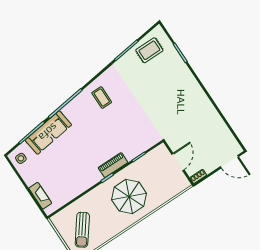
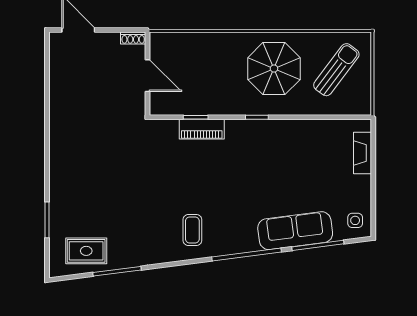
door: (178, 162) -> (148, 76), swing flipped
piano: (113, 165) -> (202, 129), moved
parasol: (129, 197) -> (274, 69), moved

